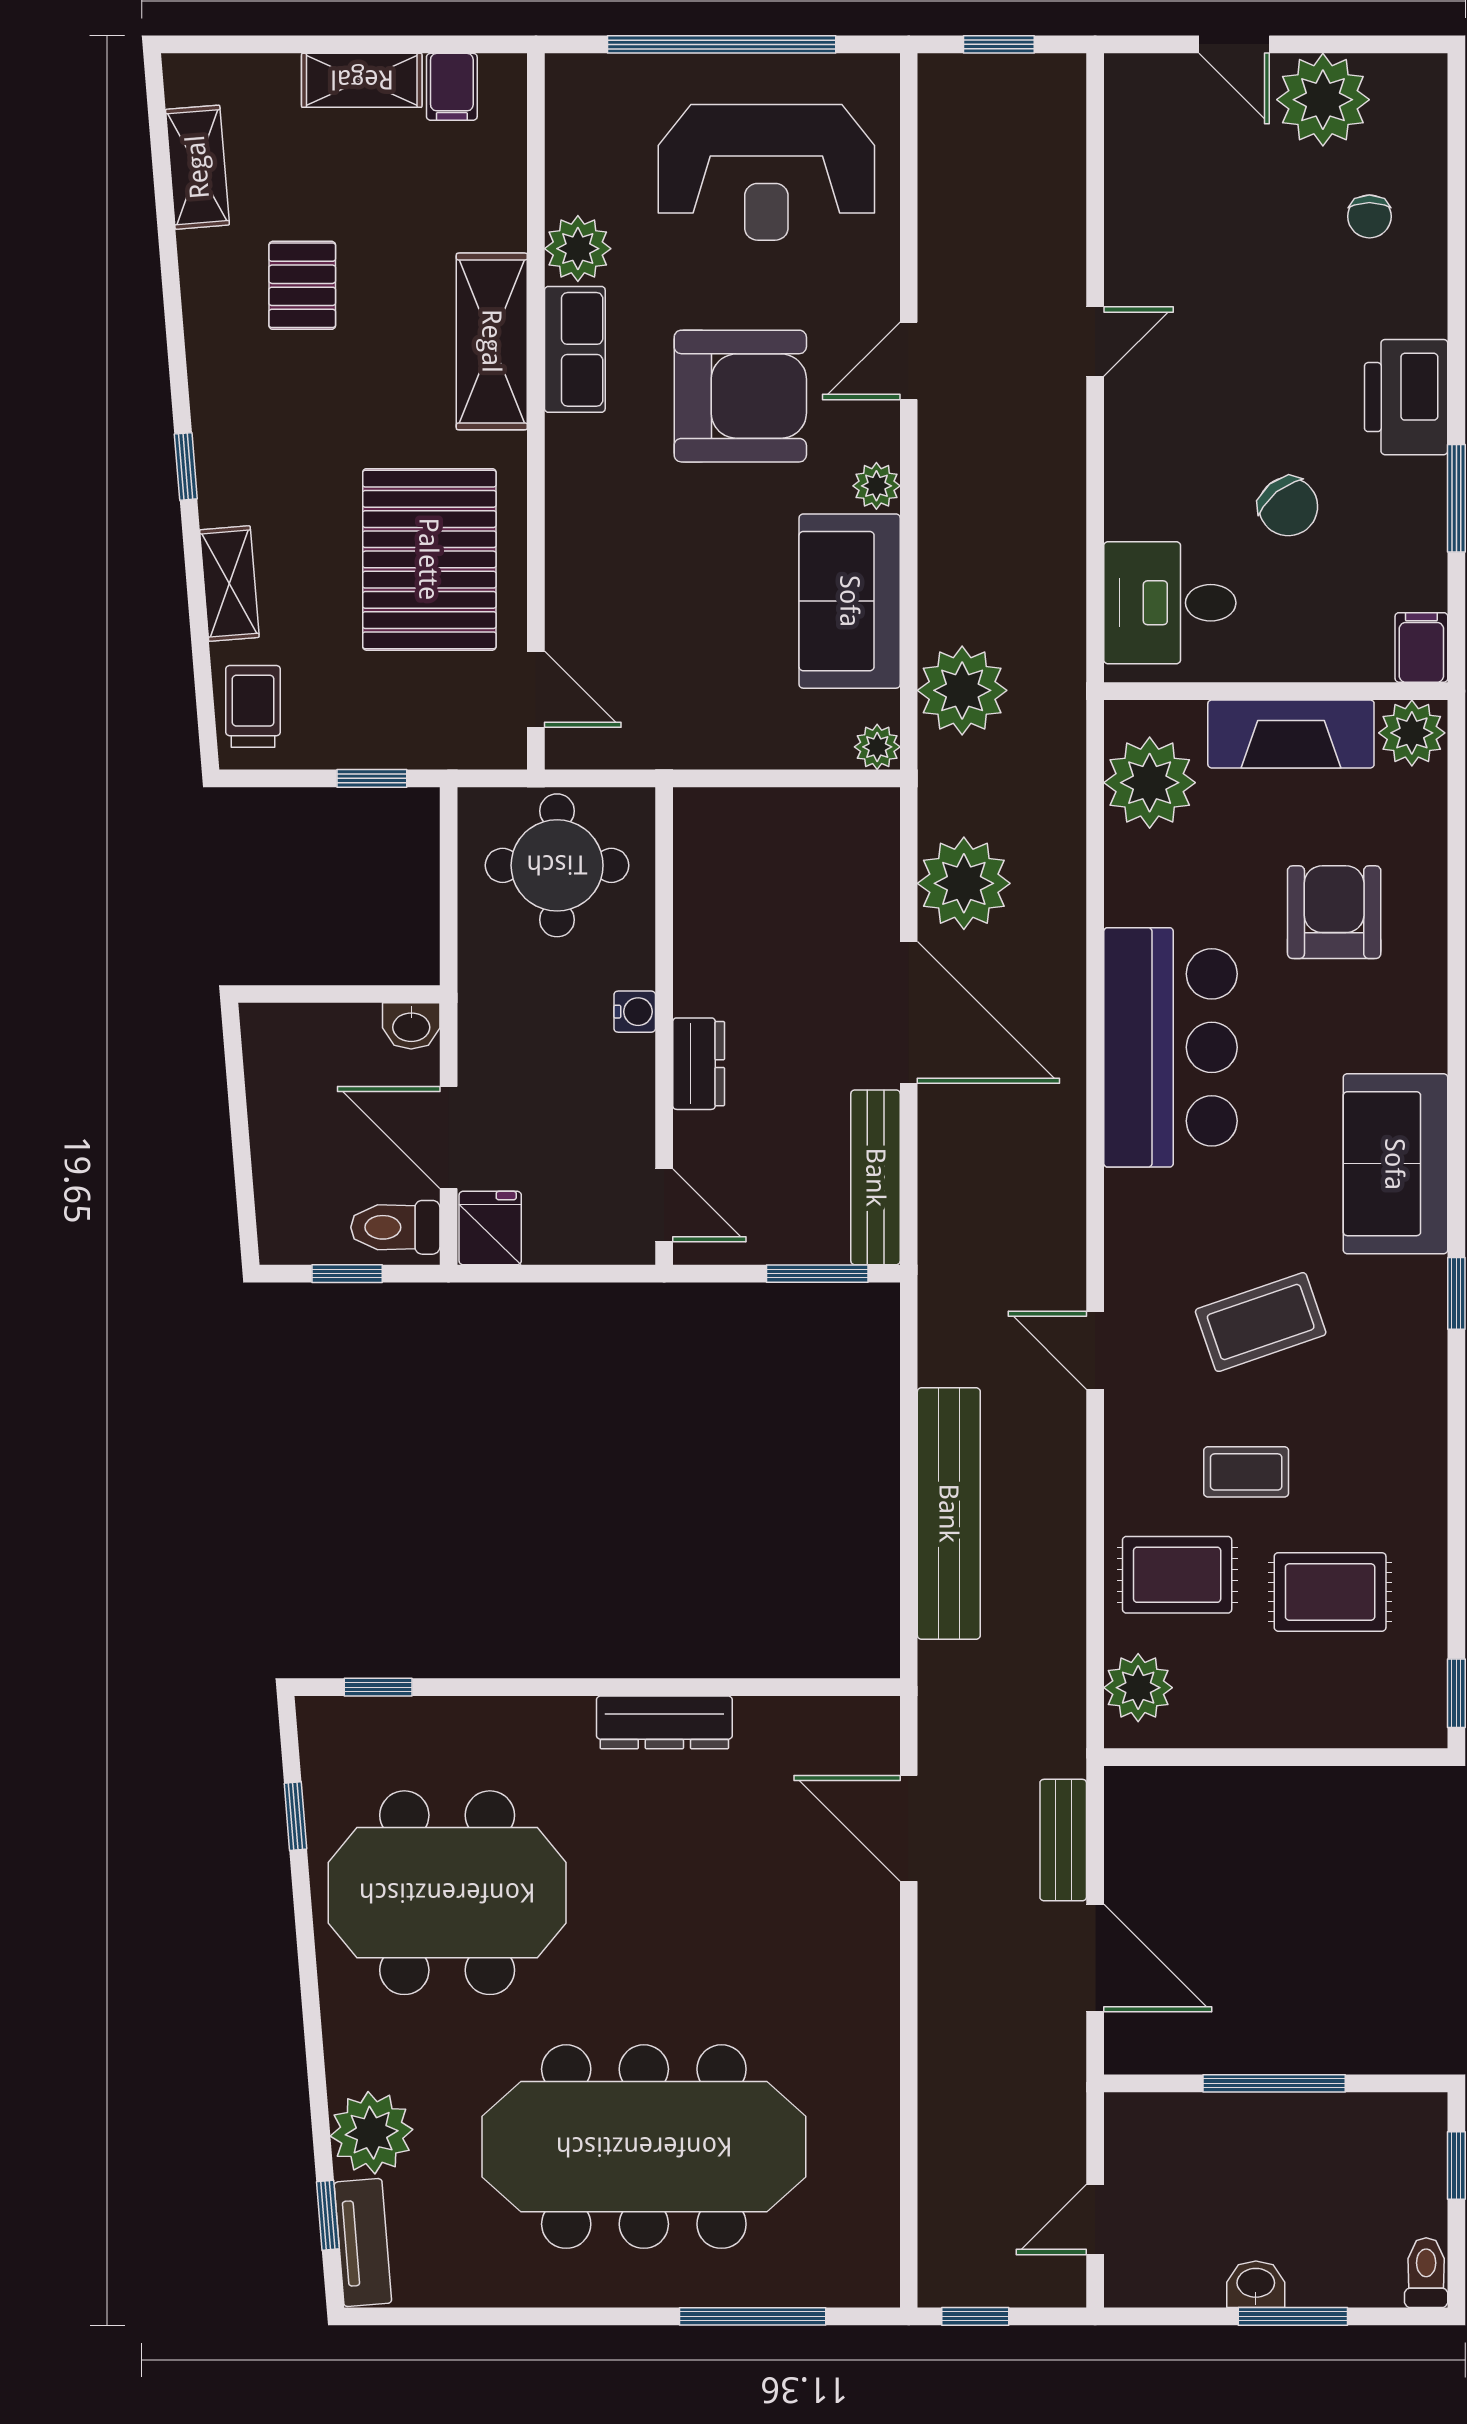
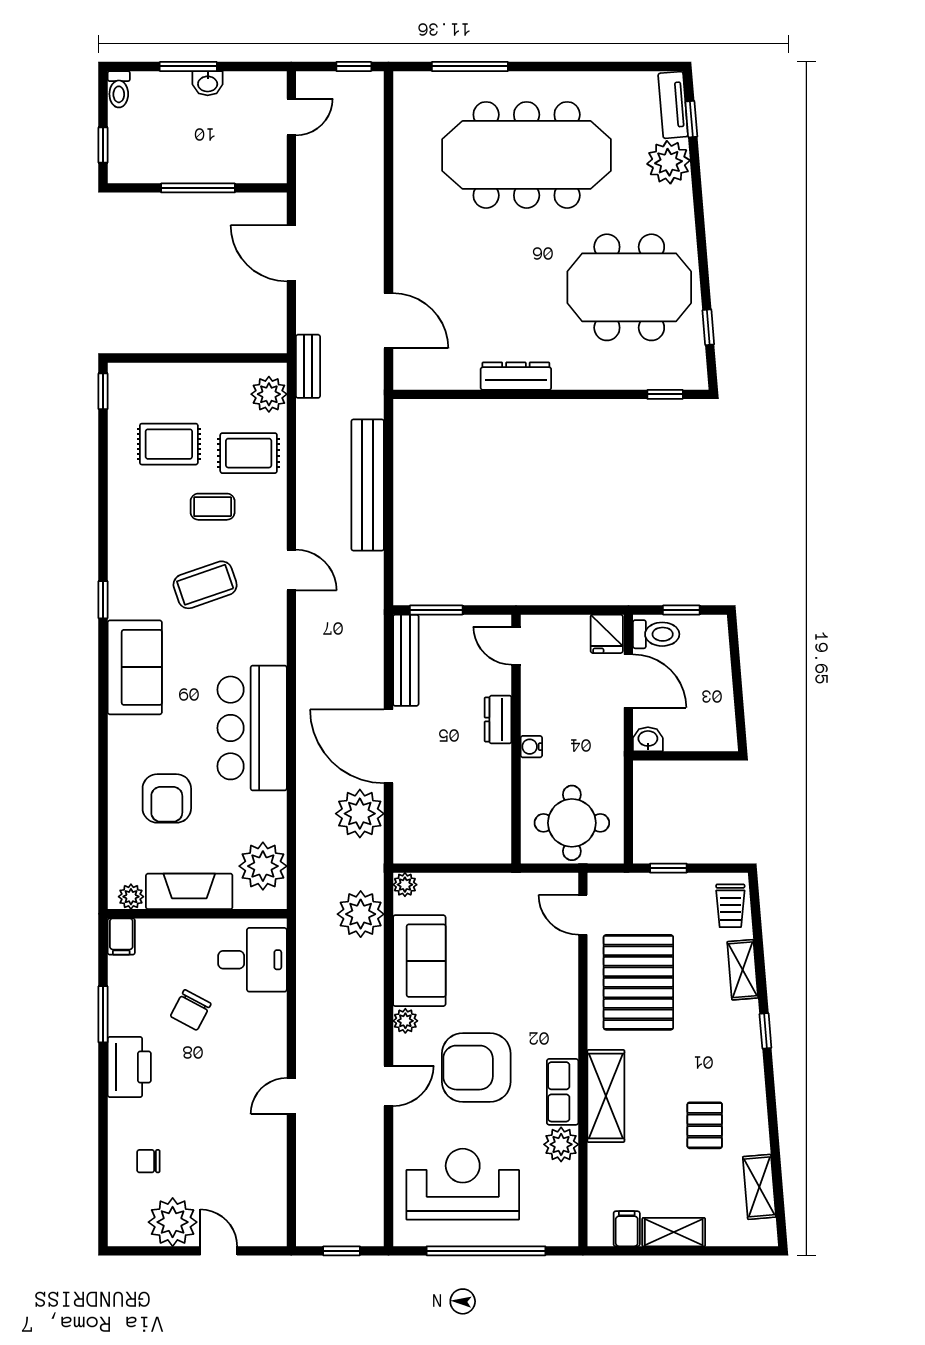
chair: (1369, 216) -> (148, 1161), turned -90
chair: (1288, 507) -> (191, 1010), turned -113
plant: (1412, 733) -> (131, 897), width x0.73, depth x0.73
bench: (1063, 1840) -> (308, 366), moved

